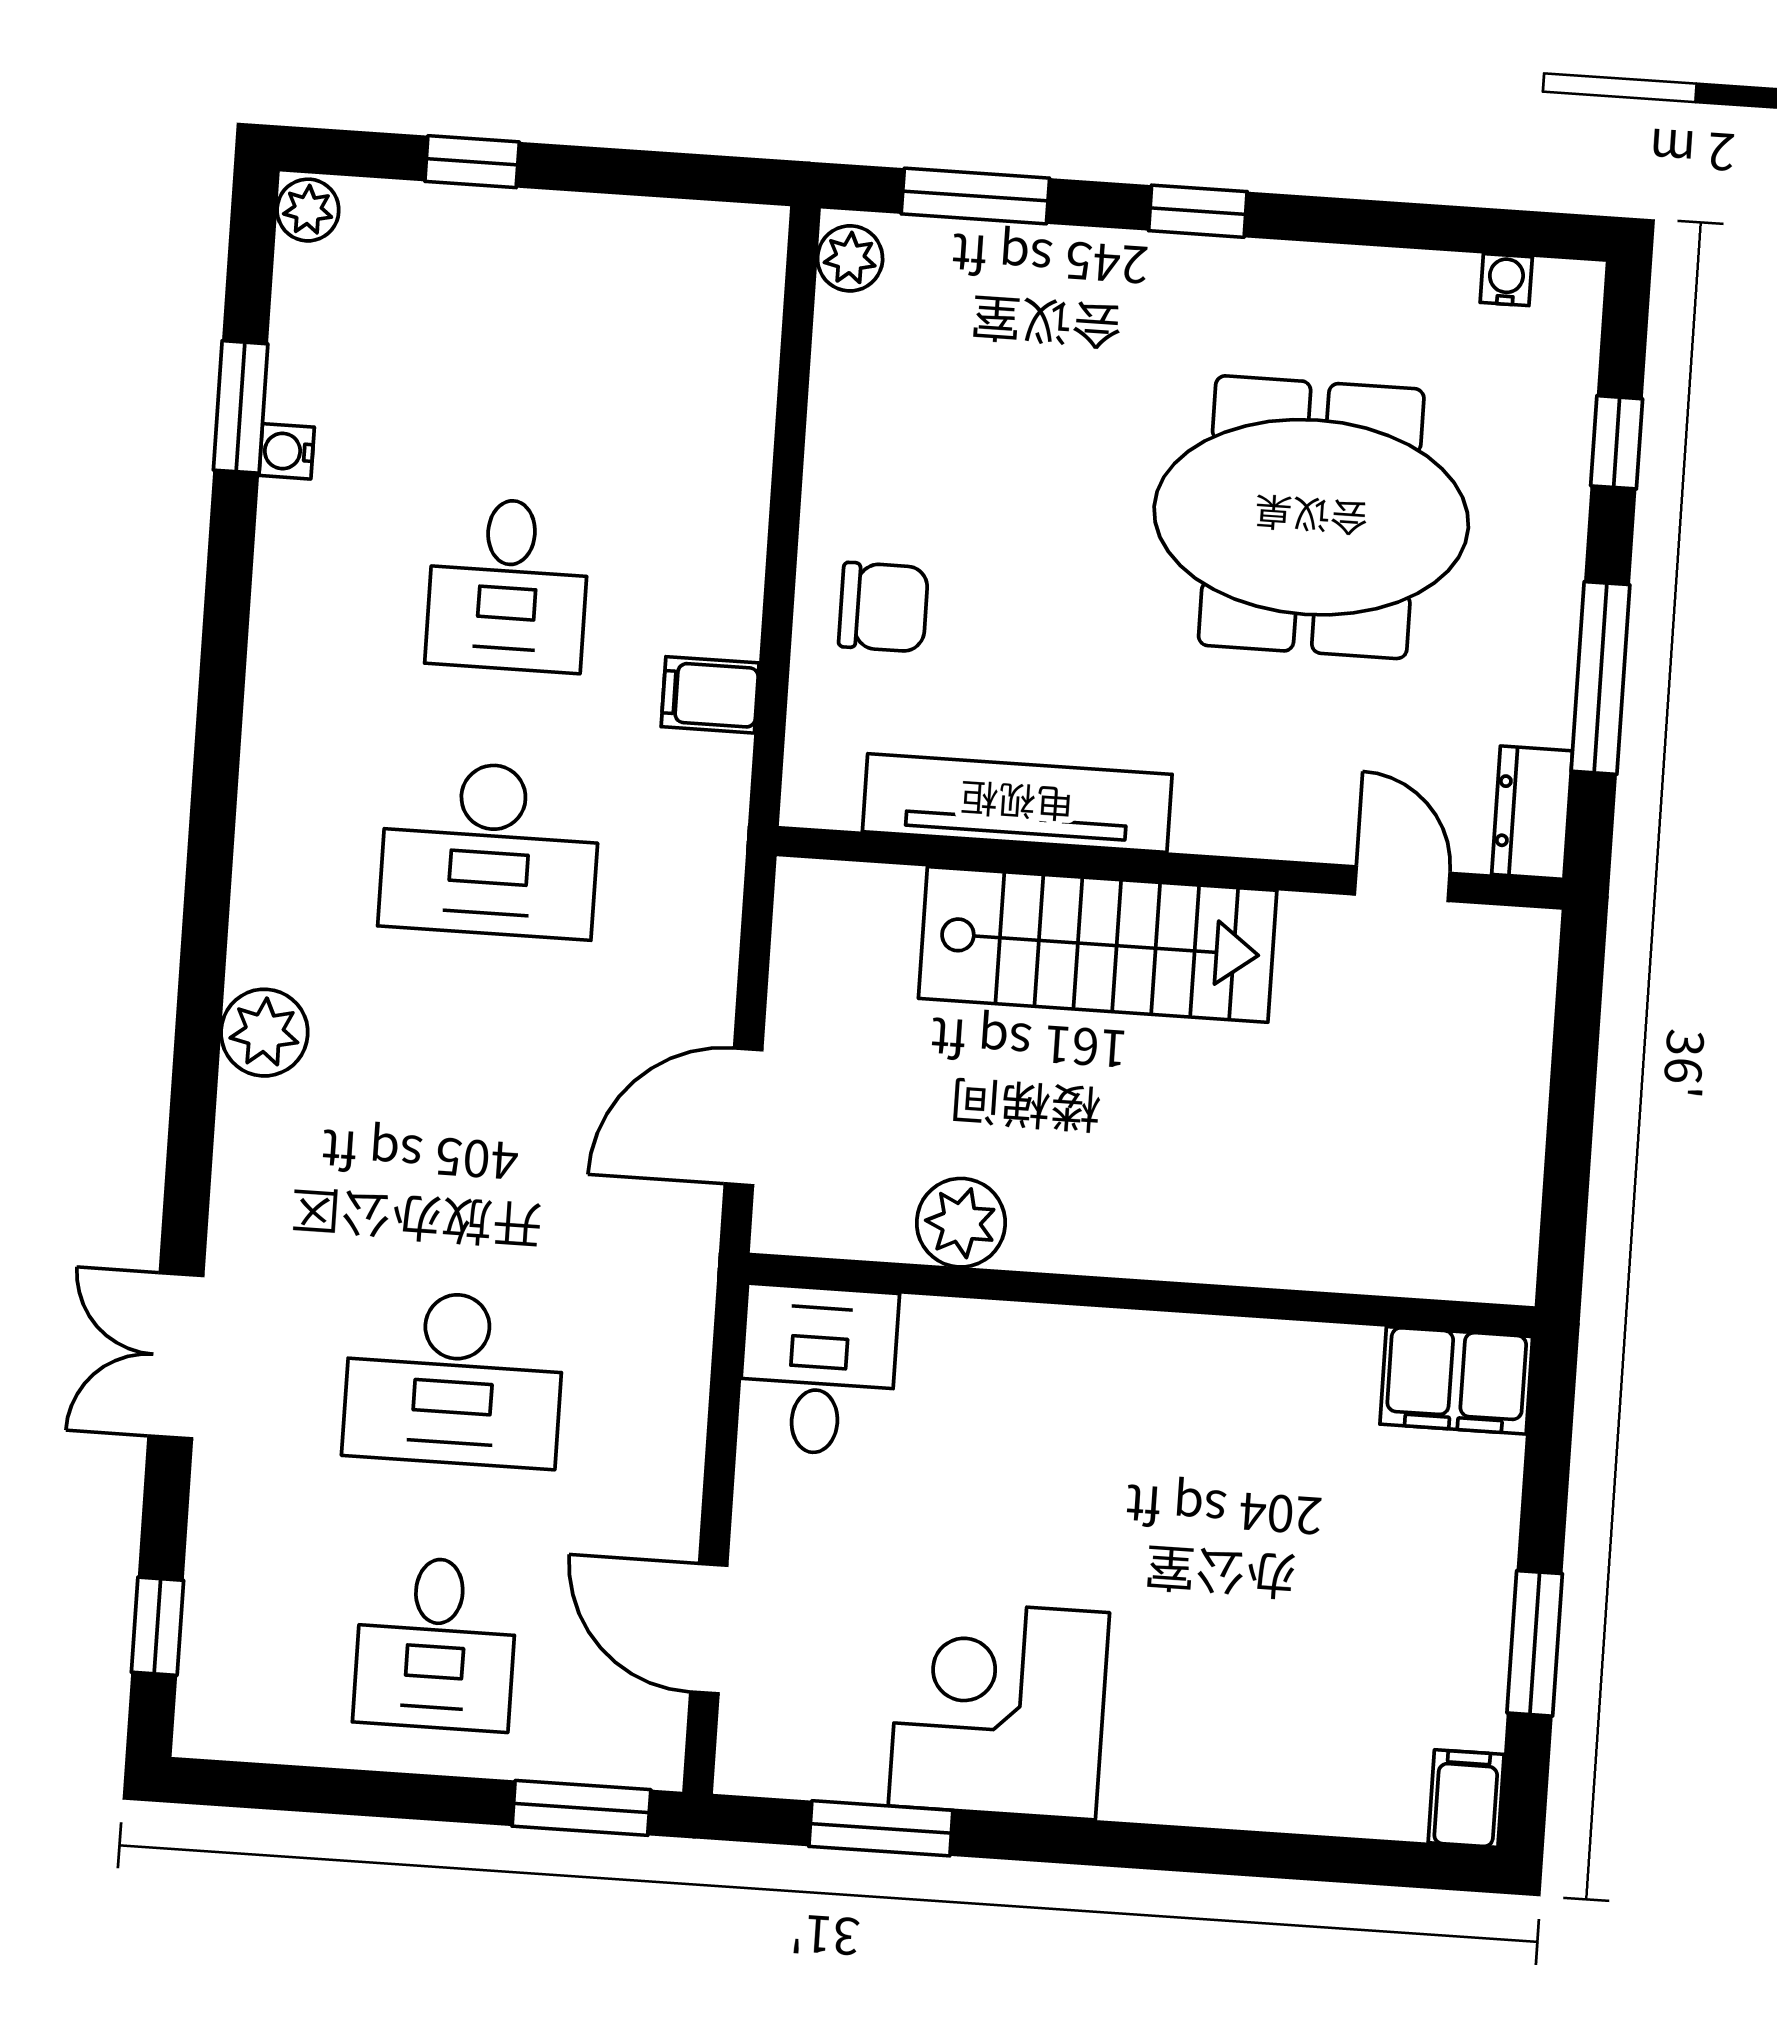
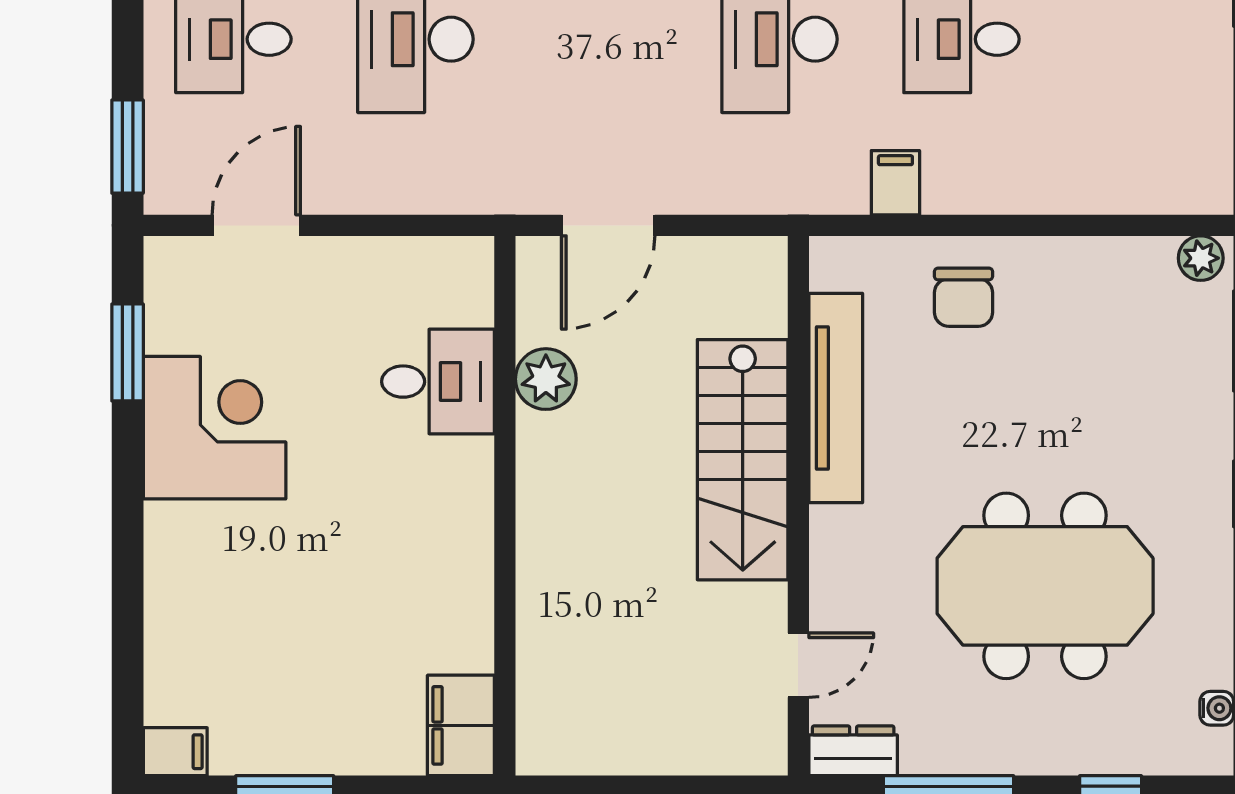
meeting table: (1311, 517) -> (1045, 586), turned 90
door: (744, 1117) -> (608, 225), swing flipped
desk: (818, 1370) -> (438, 382), moved

